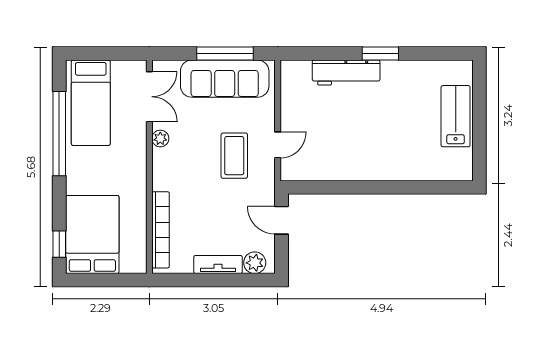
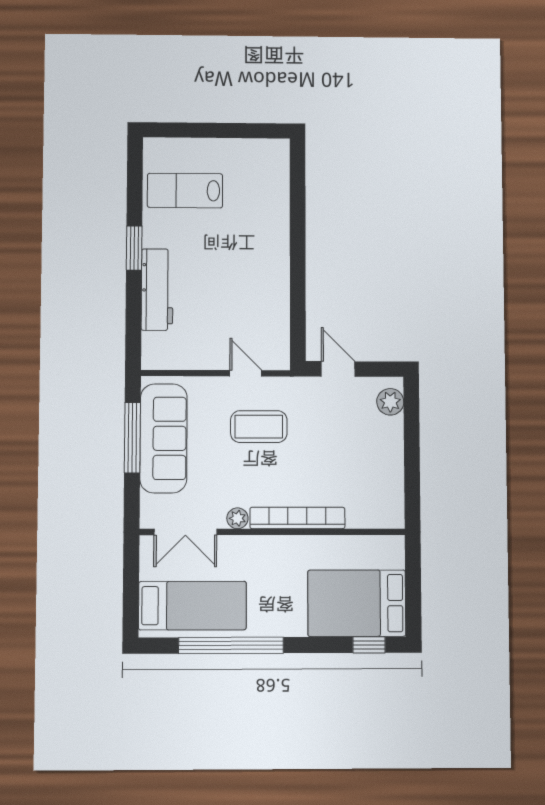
double door: (149, 97) -> (185, 532), swing flipped
lab bench: (456, 116) -> (185, 191), moved
door: (281, 220) -> (338, 369), swing flipped
bookcase: (161, 230) -> (297, 518), moved
tv unit: (218, 265) -> (393, 447), removed

